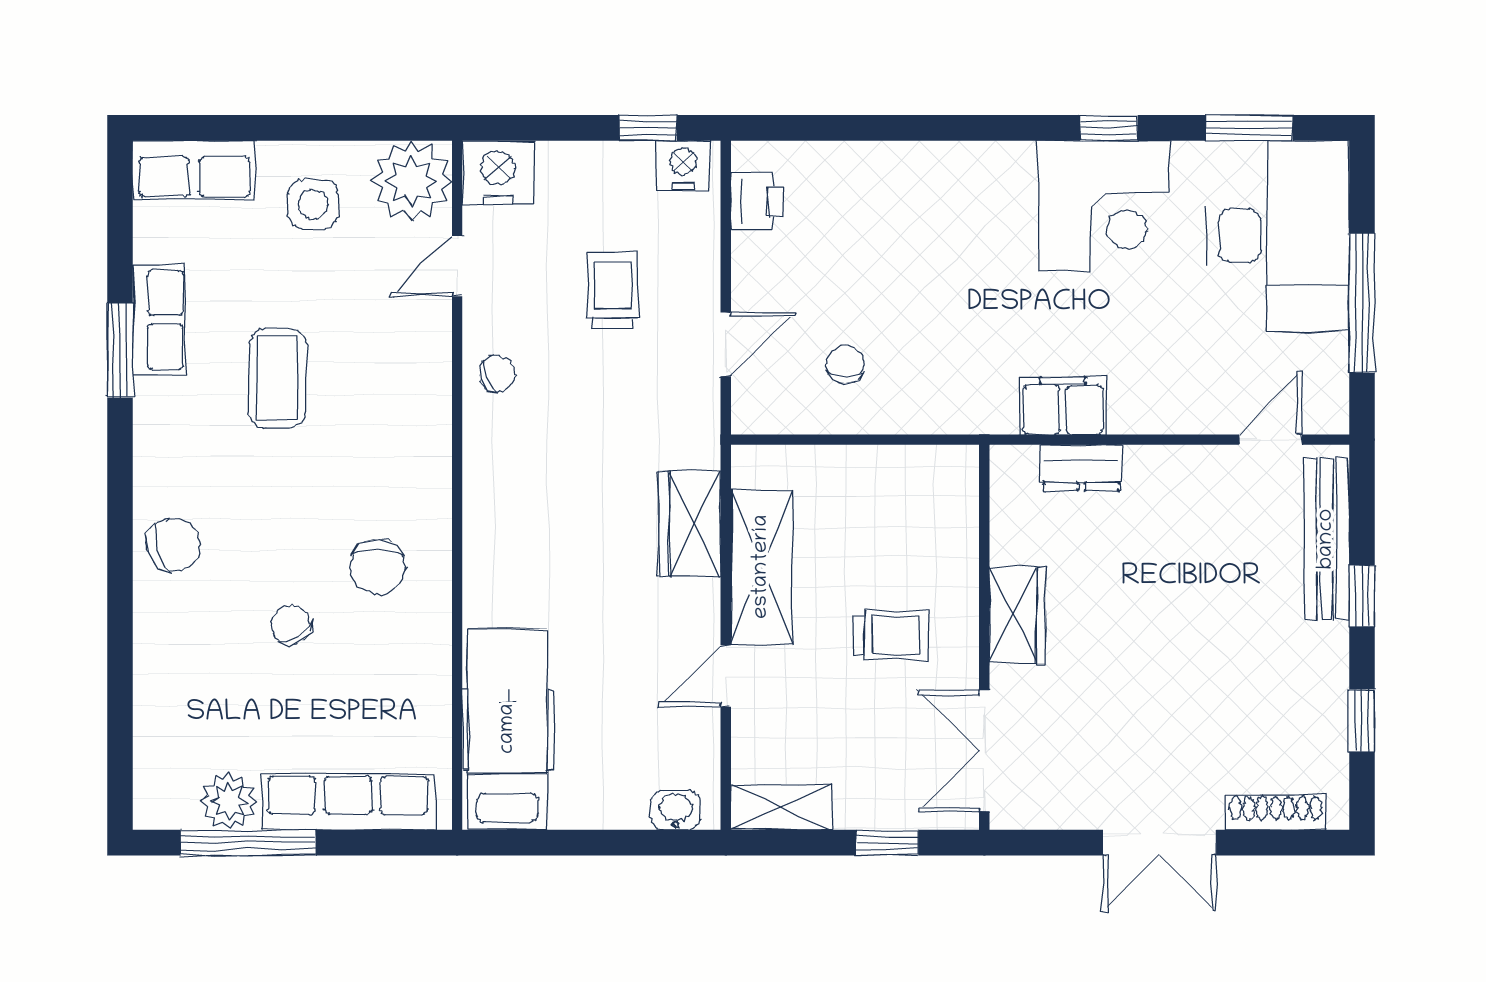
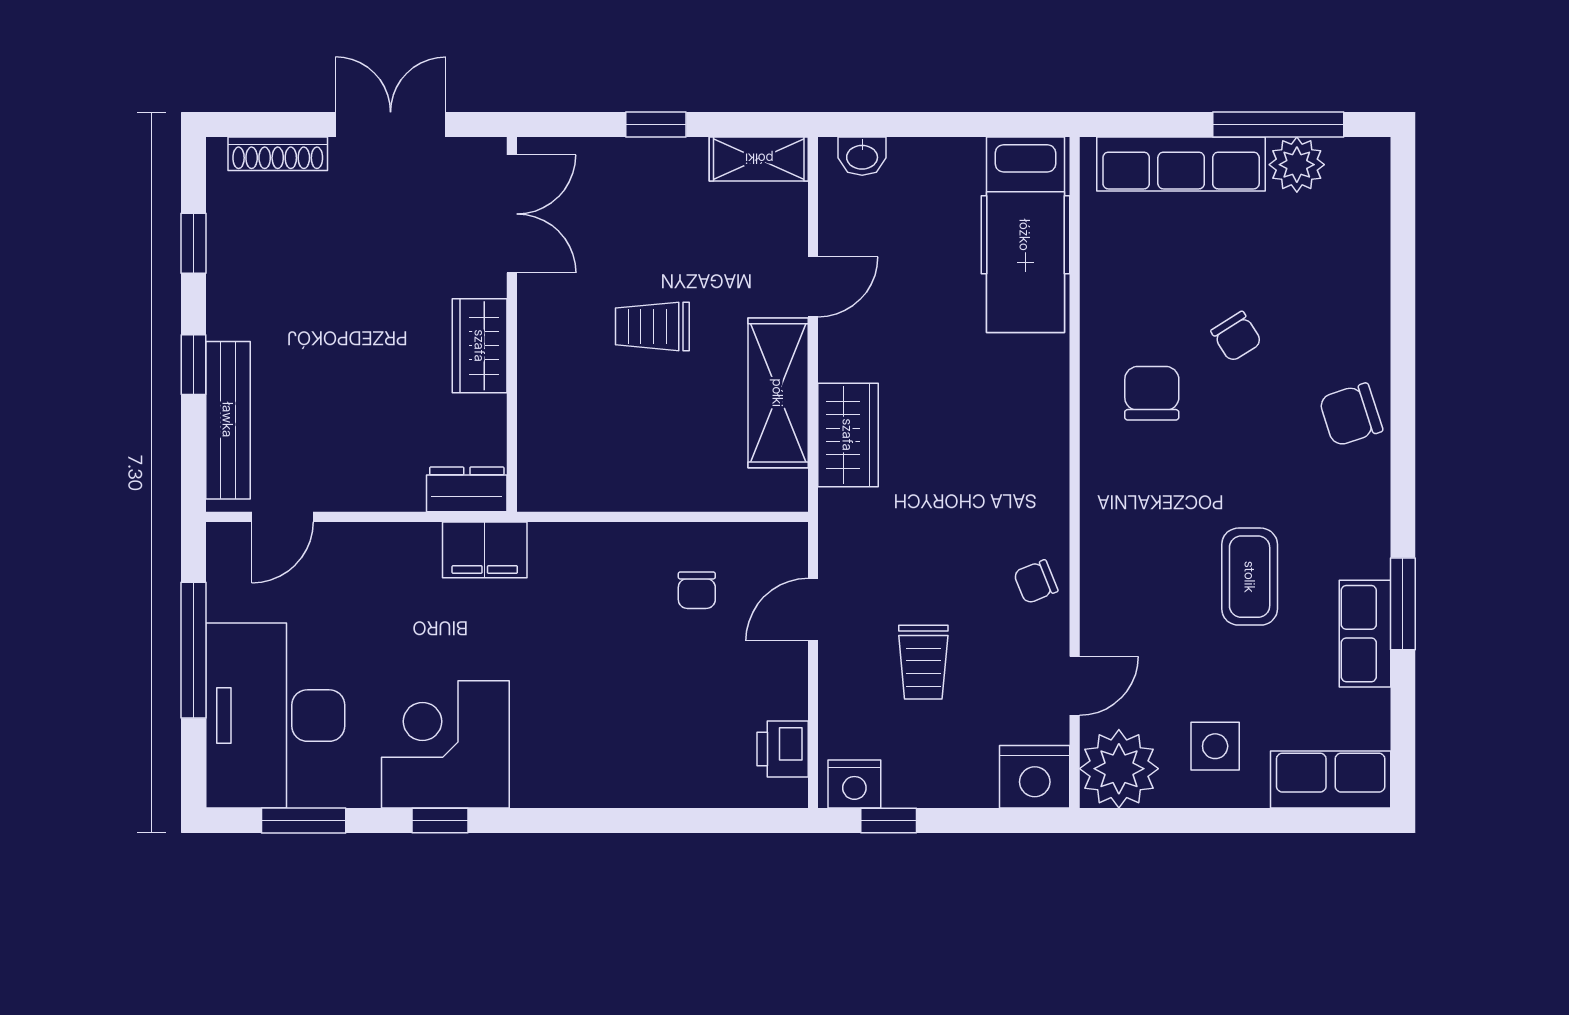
wardrobe: (1017, 615) -> (480, 346), moved
wall: (984, 637) -> (512, 324), moved
double door: (984, 751) -> (512, 214), moved

